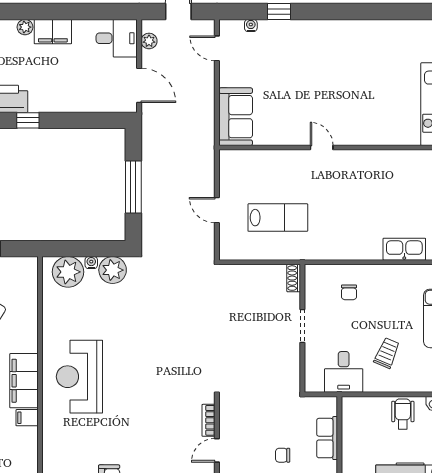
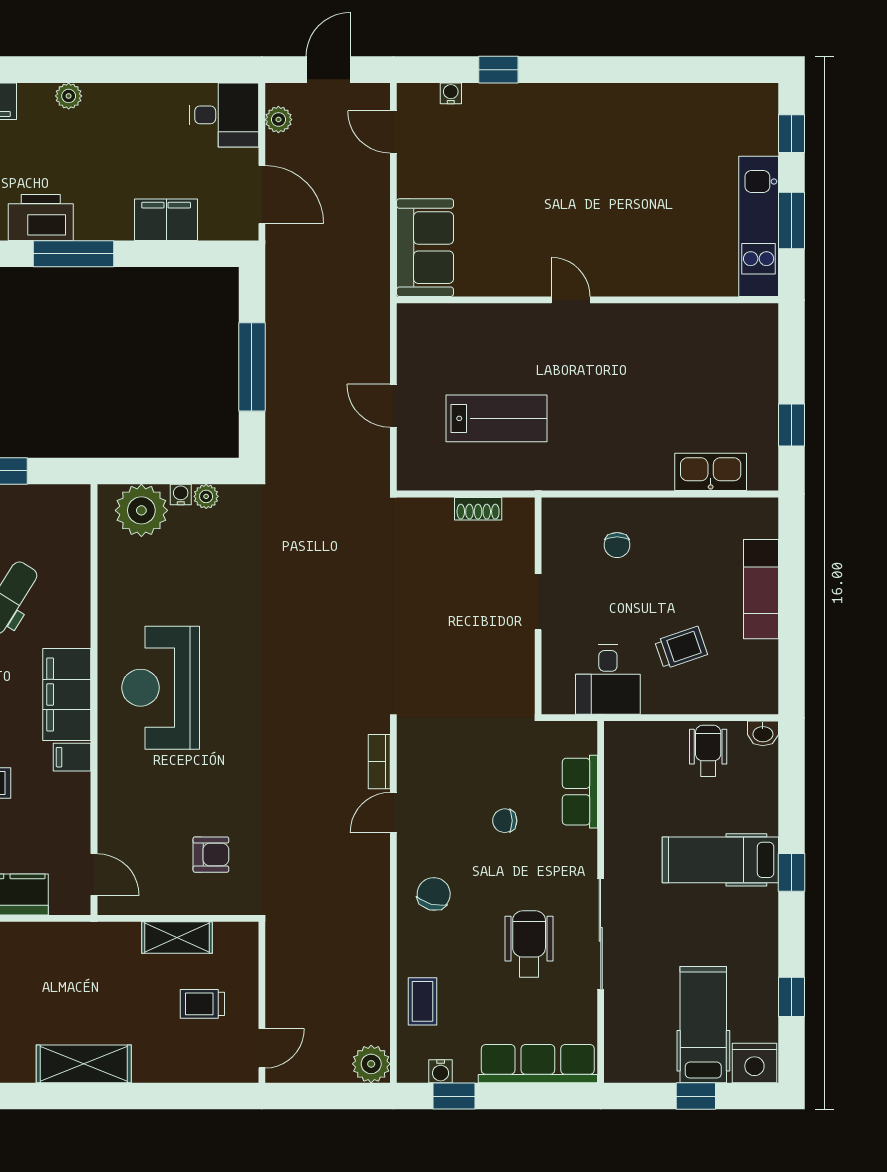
filing cabinet: (53, 32) -> (166, 220), moved, turned 180
window: (28, 120) -> (73, 254), width x2.17
plant: (113, 270) -> (206, 496), width x0.53, depth x0.53
shoe rack: (294, 278) -> (478, 509), moved, turned -90
trolley: (387, 353) -> (681, 648), turned 48

